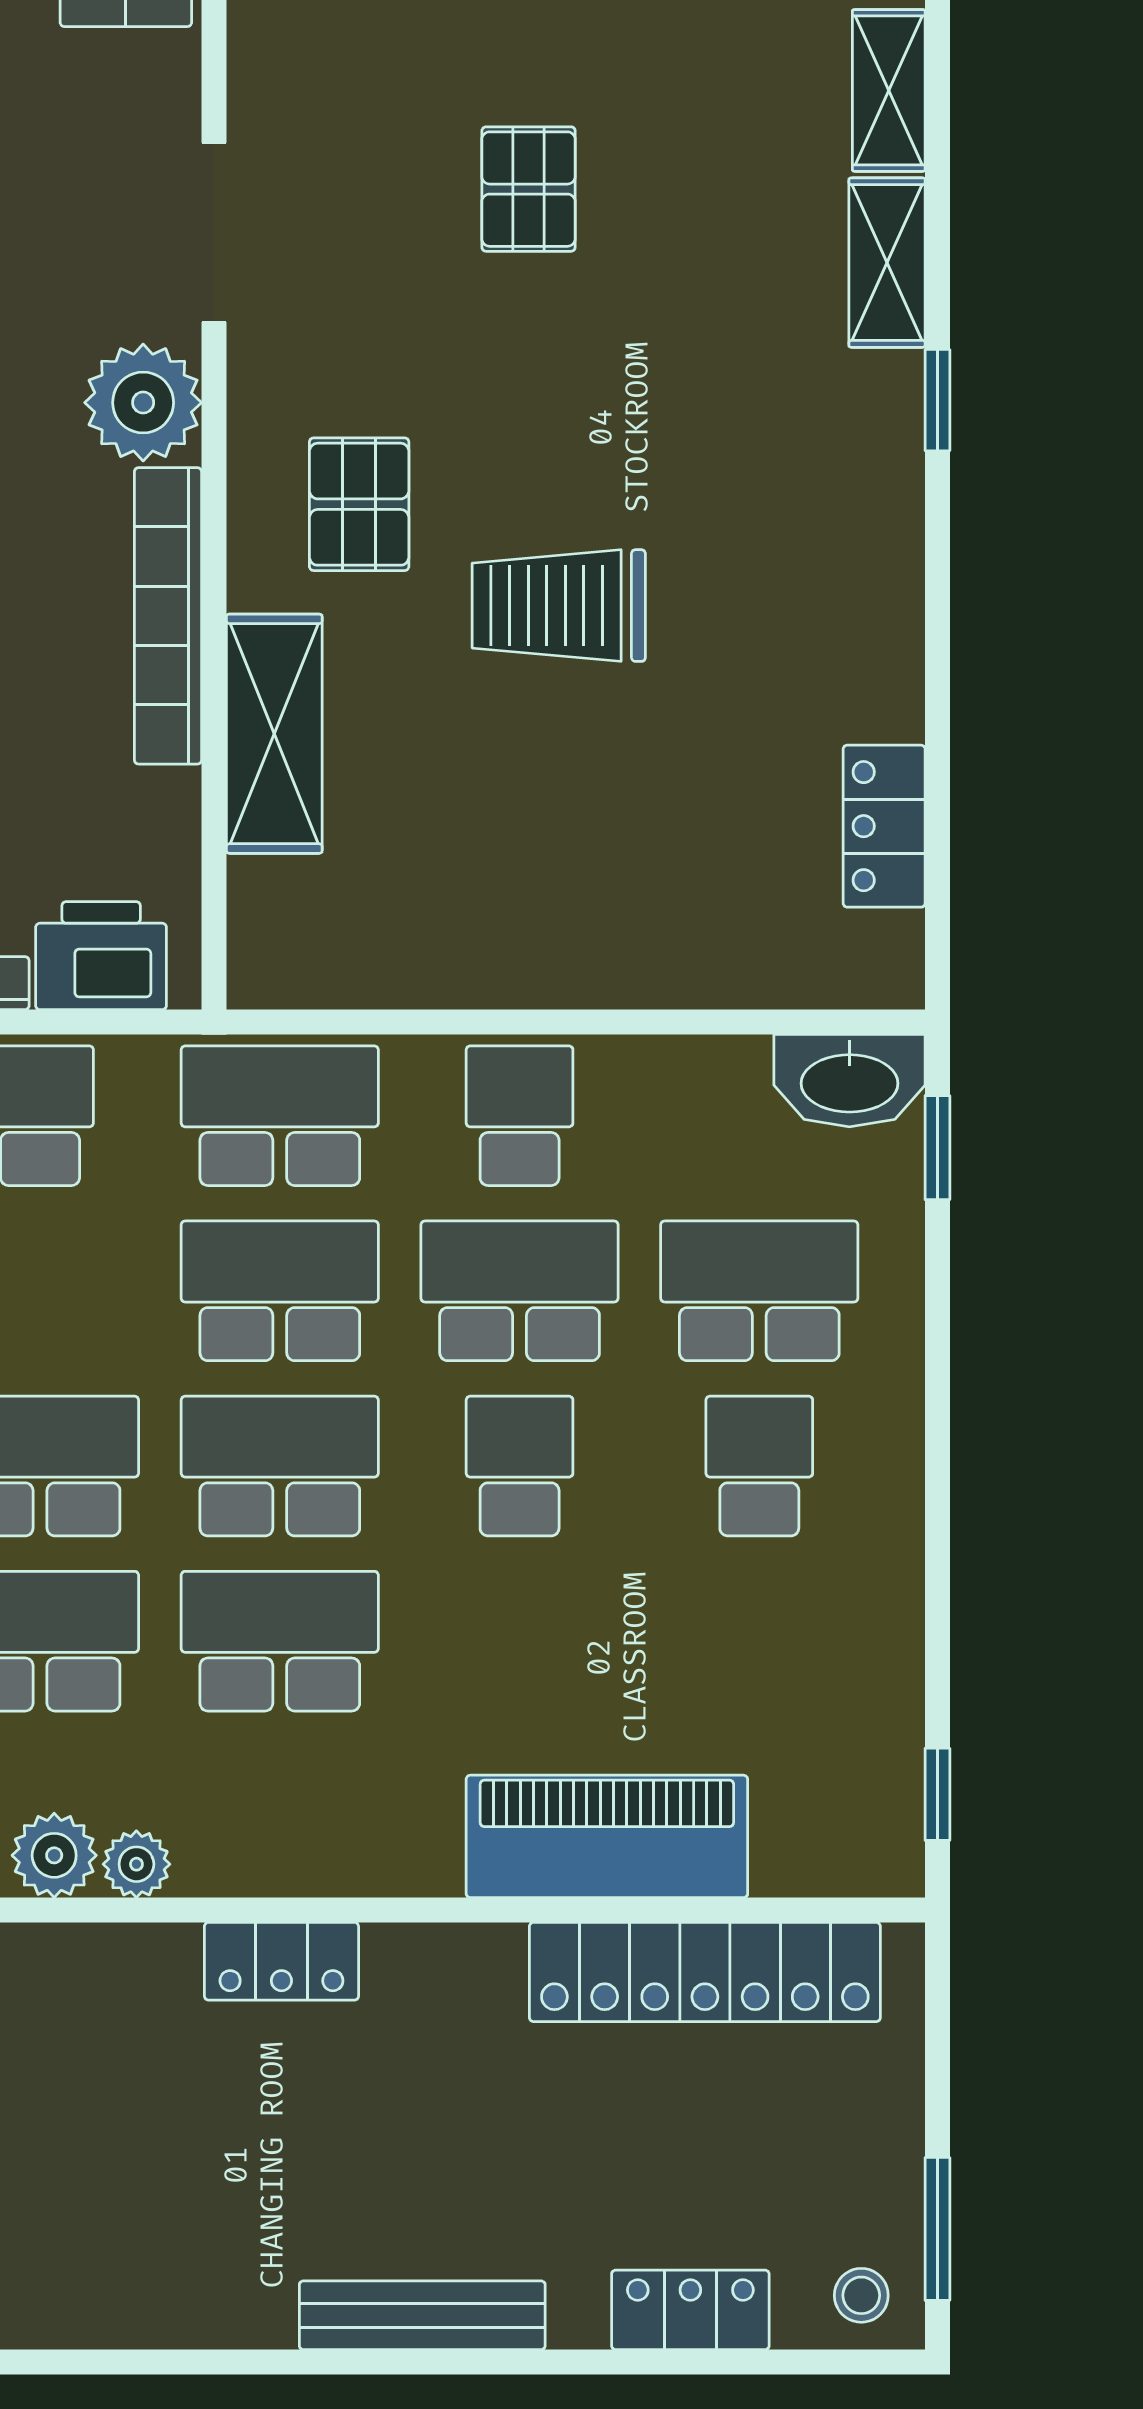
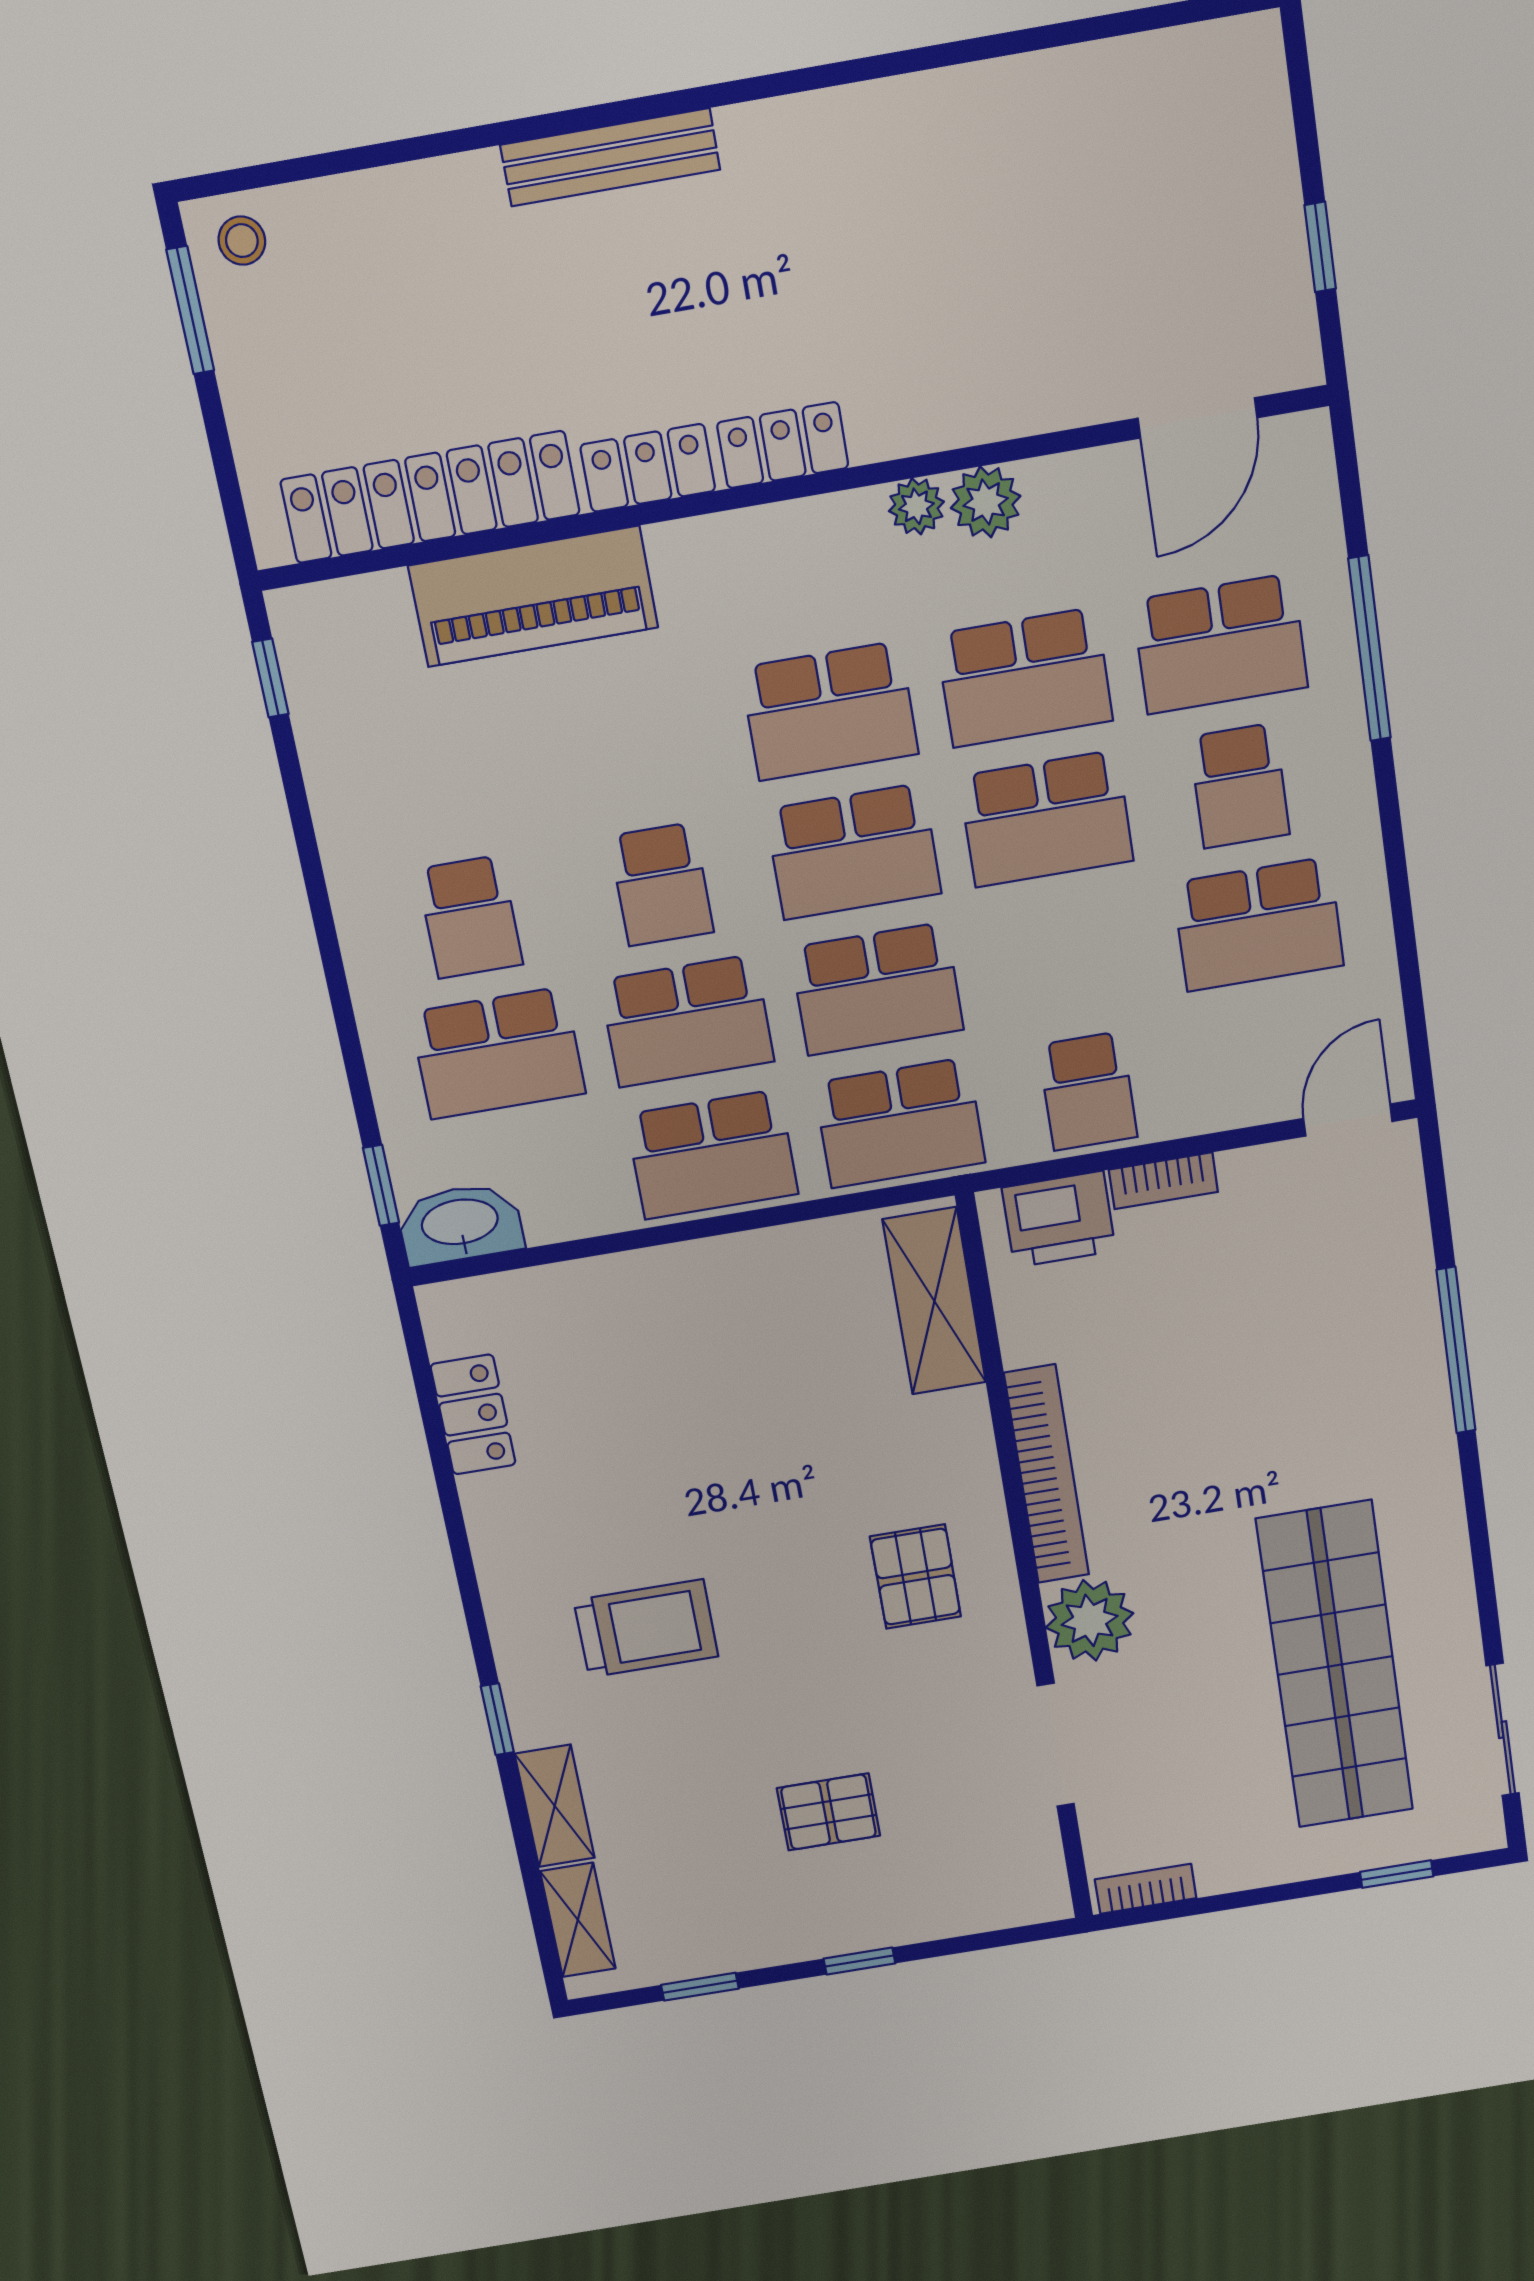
pallet: (529, 189) -> (829, 1812), turned 90
trolley: (559, 606) -> (646, 1628), moved
shelving: (274, 734) -> (934, 1301), moved
school desk: (520, 1116) -> (712, 1154), width x1.85
locker: (690, 2310) -> (648, 468), moved, turned 180

